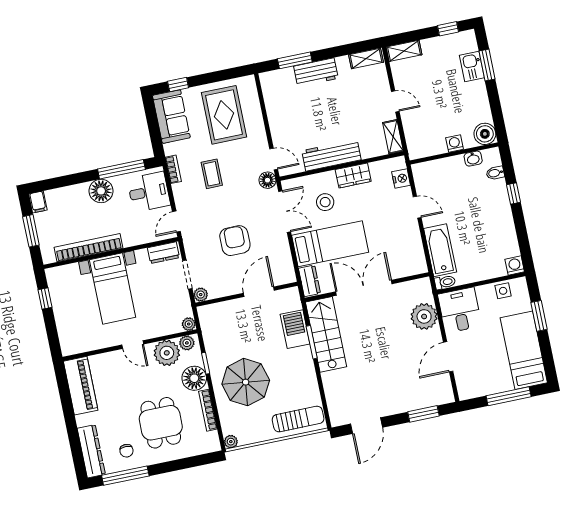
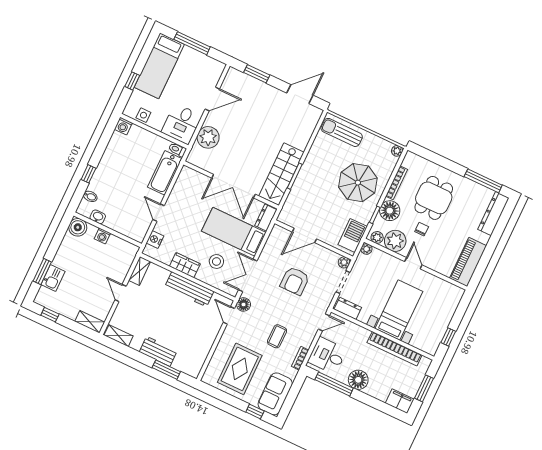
filing cabinet: (38, 202) -> (400, 401), width x2.00
window: (539, 316) -> (132, 81), width x0.67
barbecue: (295, 329) -> (353, 235), moved, turned 180
chair: (126, 451) -> (422, 229), moved

